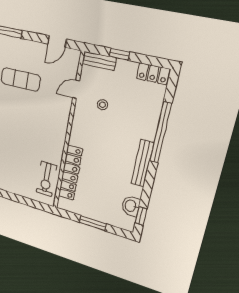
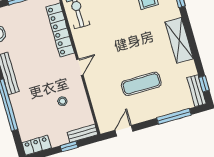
door: (76, 89) -> (80, 67), moved

